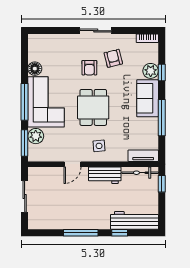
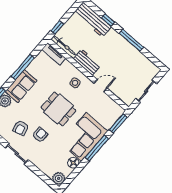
dining table: (93, 107) -> (58, 109), turned 90
plant: (36, 136) -> (59, 178), moved

